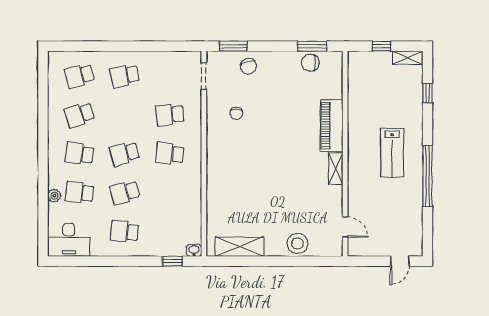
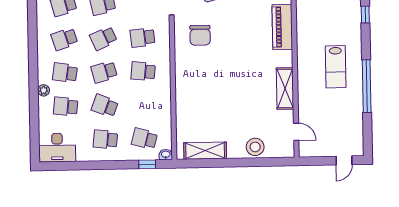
chair: (236, 113) -> (200, 35), width x1.87, depth x1.87
school desk: (125, 115) -> (103, 38), added
piano: (331, 125) -> (282, 27), moved
shelving: (336, 169) -> (285, 89), width x1.50, depth x1.33
school desk: (125, 193) -> (105, 106), turned 36
plant: (54, 196) -> (44, 90), moved
school desk: (170, 231) -> (144, 139), added

